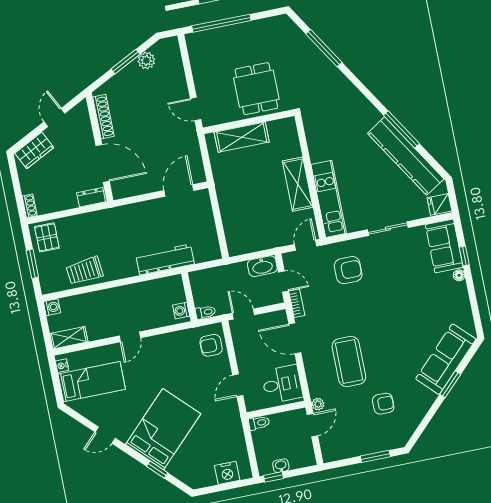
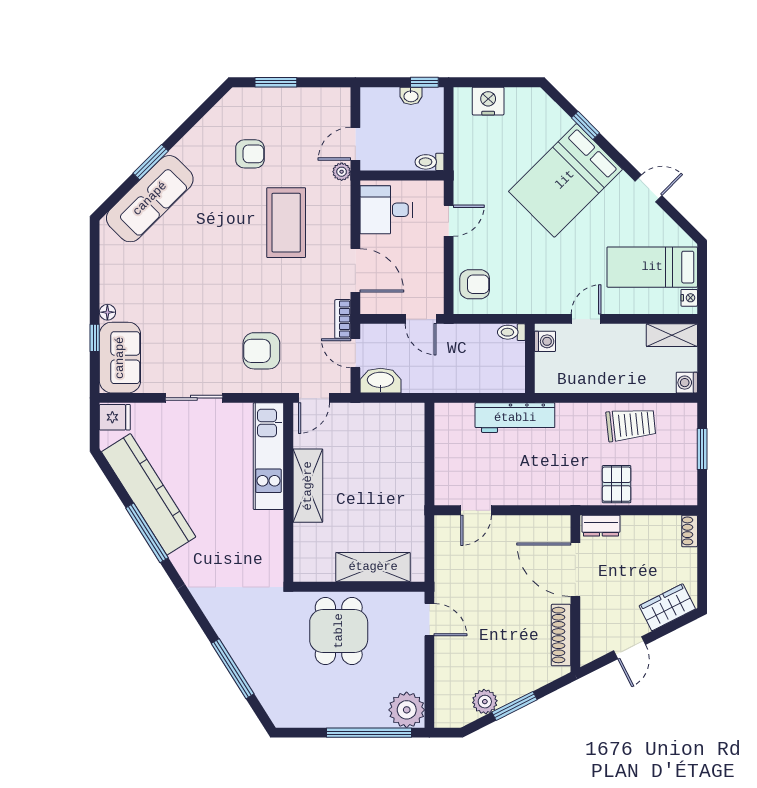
plant: (199, 44) -> (407, 710), added
door: (179, 190) -> (476, 510), width x0.73
pallet: (47, 237) -> (617, 484), moved
wall: (189, 297) -> (530, 358), moved
washing machine: (181, 311) -> (545, 341), moved
toilet: (206, 312) -> (511, 332), moved
armchair: (383, 404) -> (250, 154), turned 180

